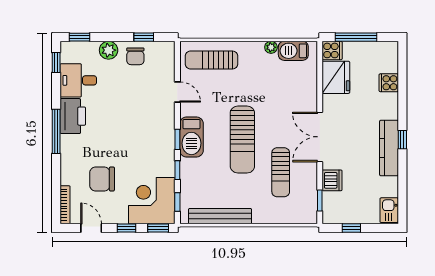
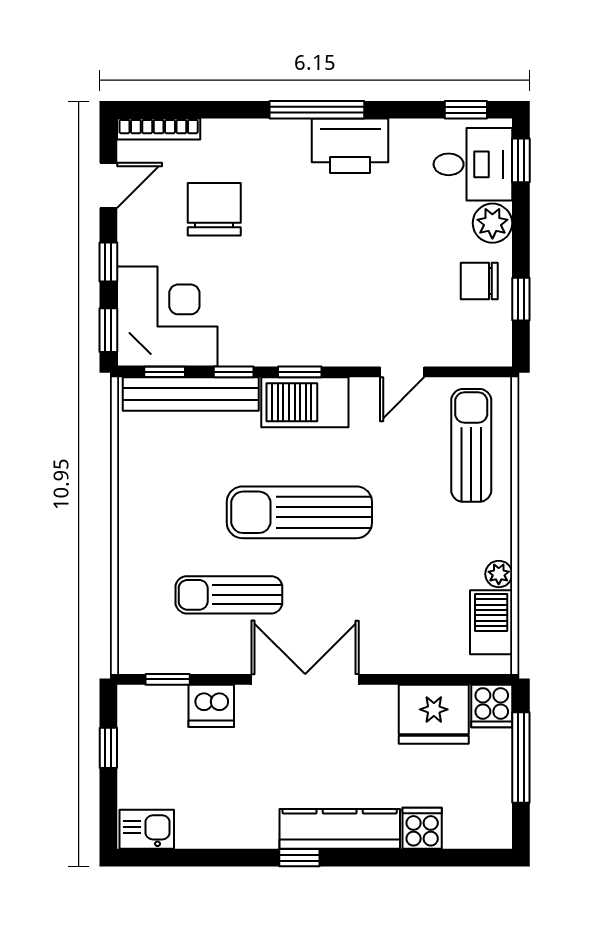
desk: (78, 80) -> (473, 164), moved, turned 90
kitchen counter: (389, 148) -> (340, 829), moved
bench: (220, 216) -> (191, 394), moved, turned 90

